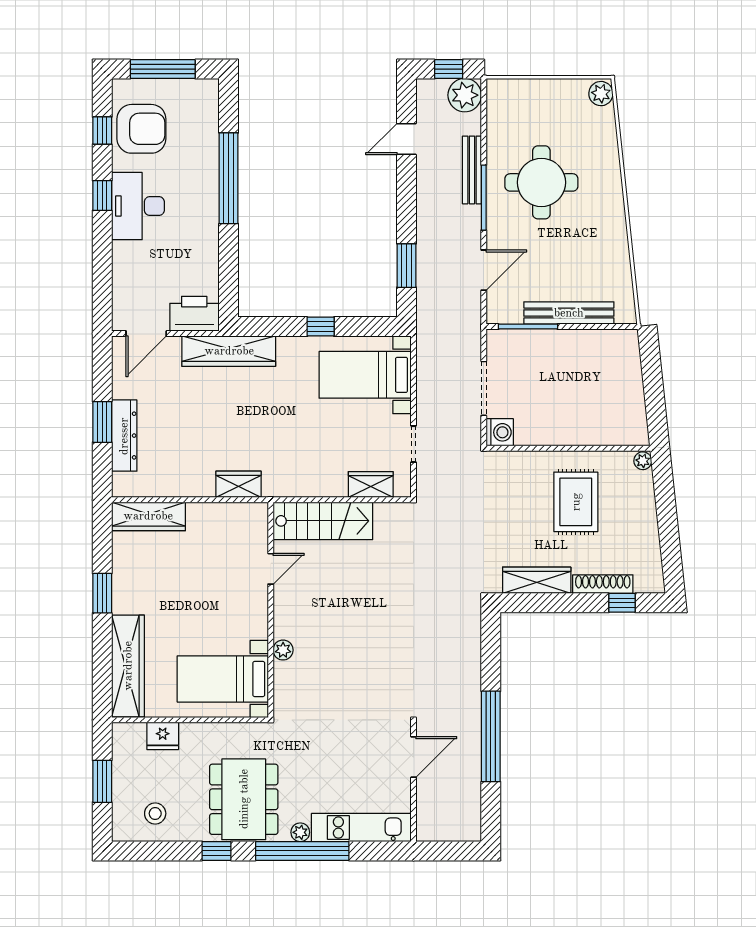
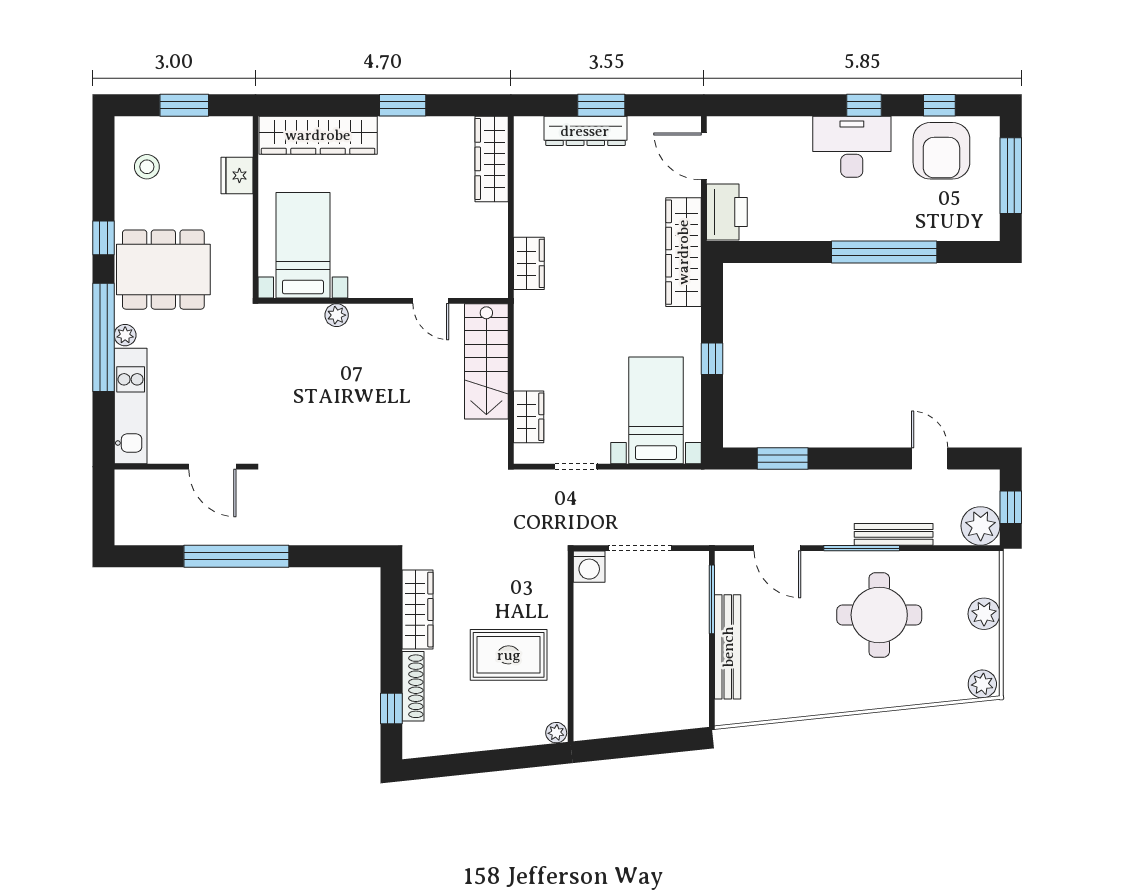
plant: (540, 92) -> (984, 614), added

